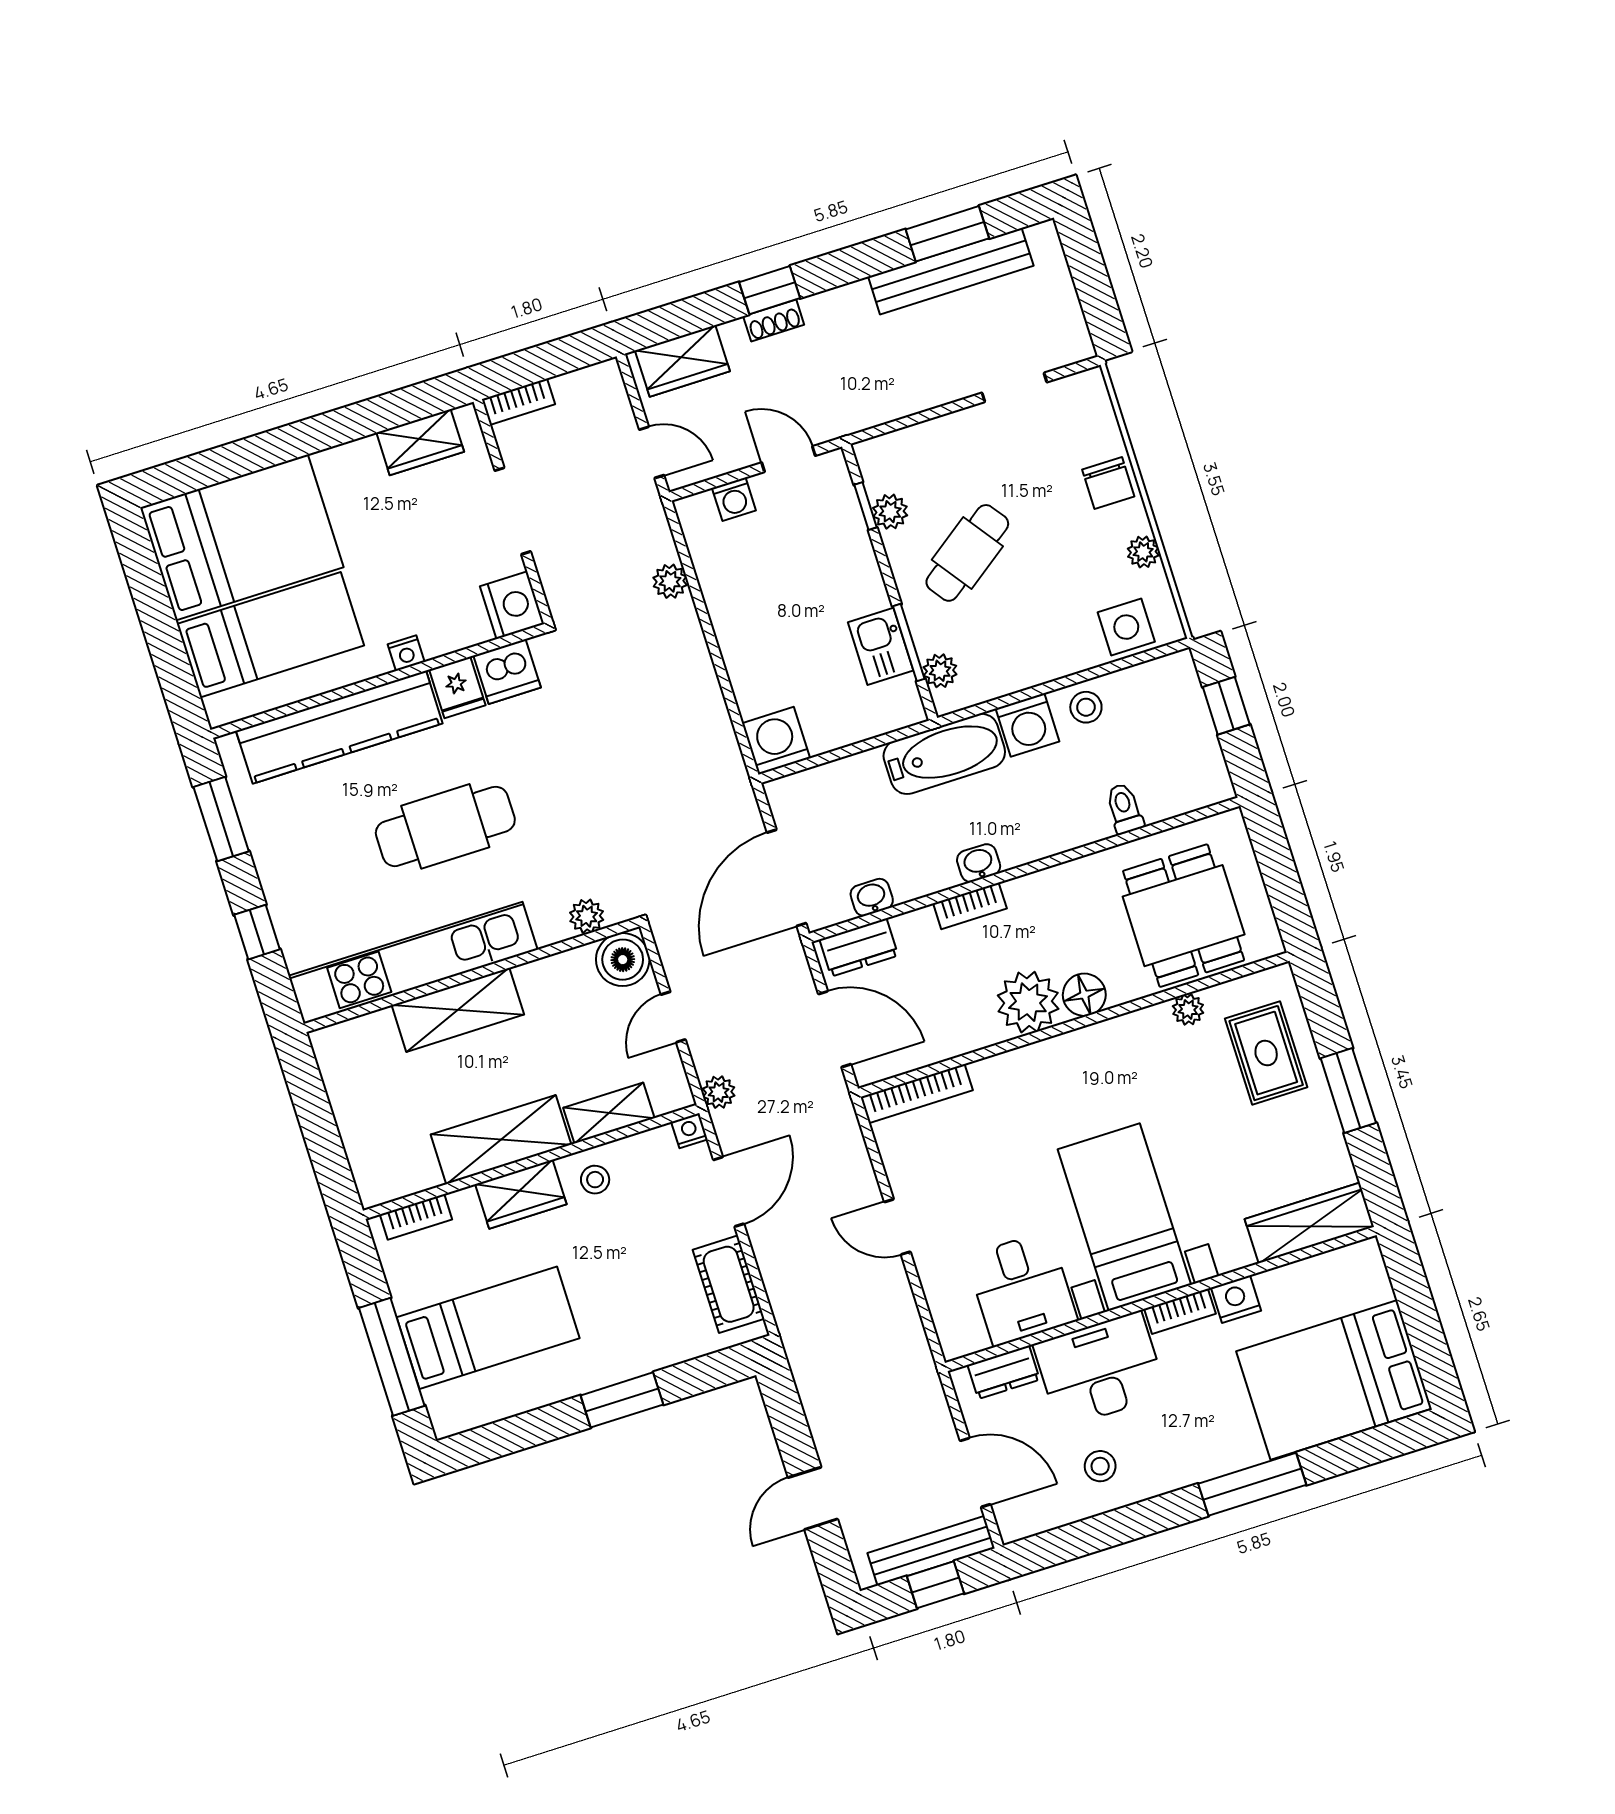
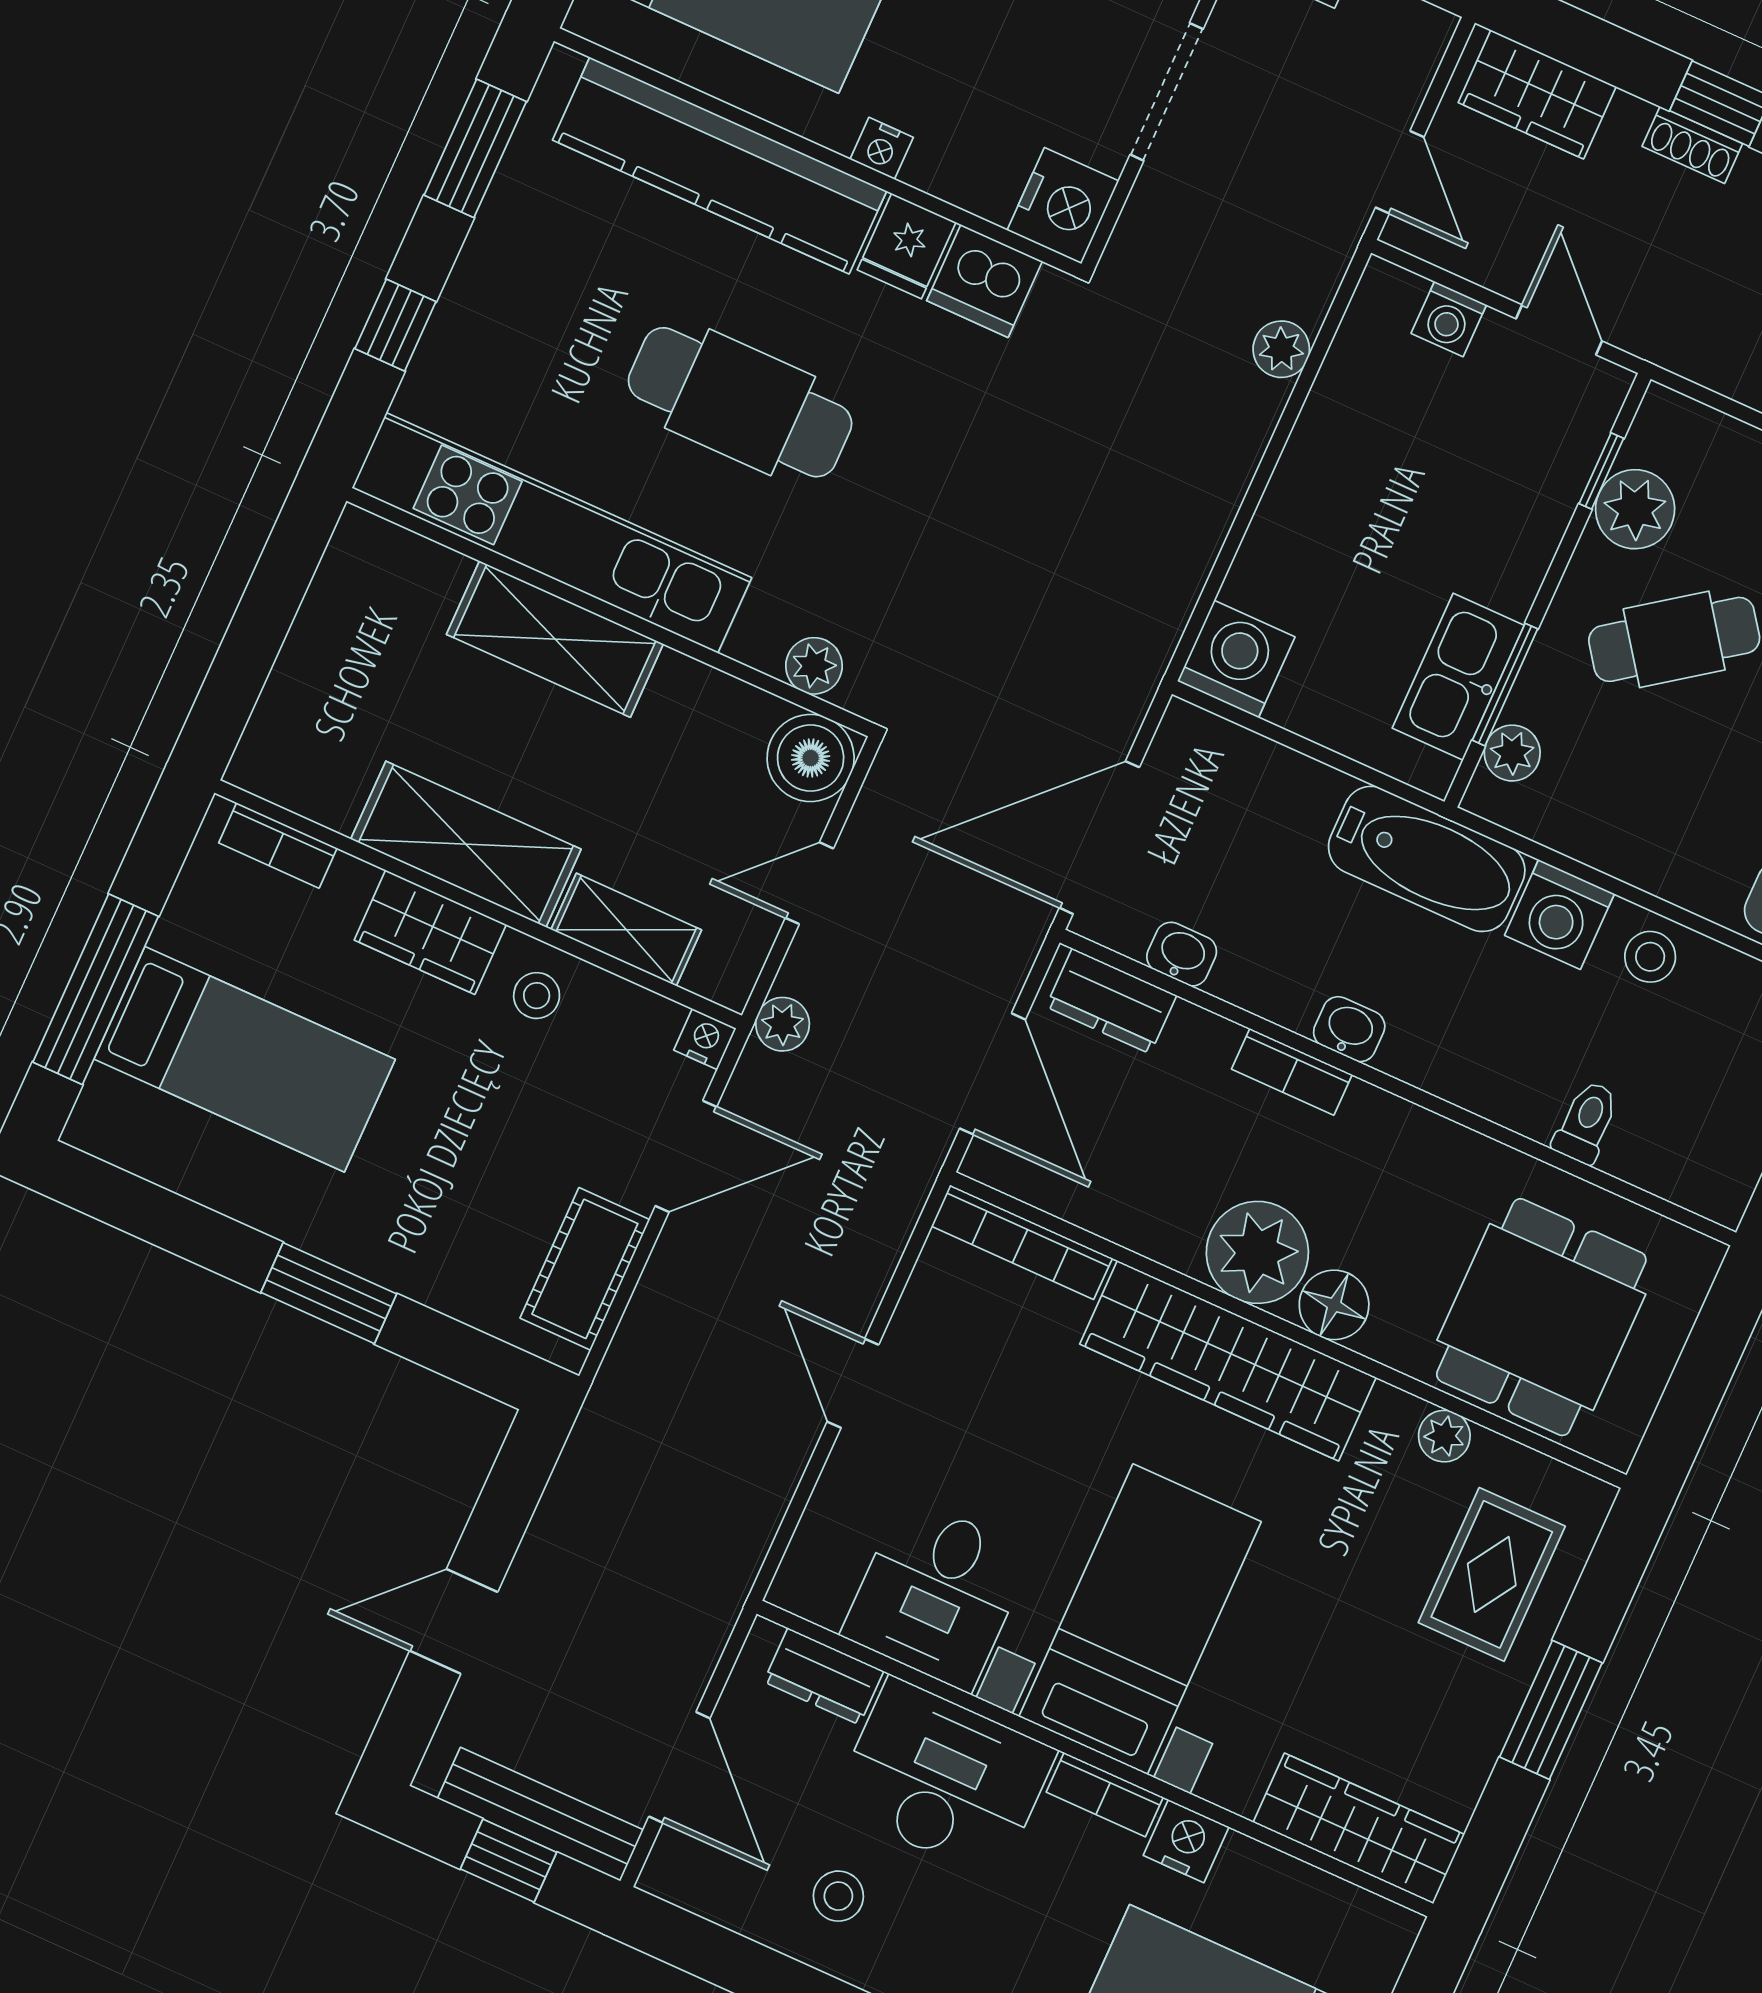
plant: (890, 512) -> (1635, 509), width x1.38, depth x1.38
kitchen sink: (881, 646) -> (1458, 677), width x1.38
wardrobe: (1059, 1063) -> (1228, 1361), added

